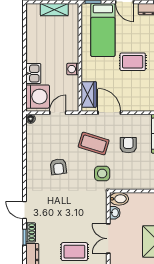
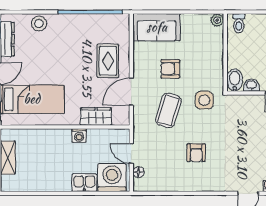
rug: (133, 62) -> (108, 61), moved
wardrobe: (89, 94) -> (96, 116), moved
floor lamp: (31, 119) -> (139, 172), moved
armchair: (58, 167) -> (196, 153), turned 97

